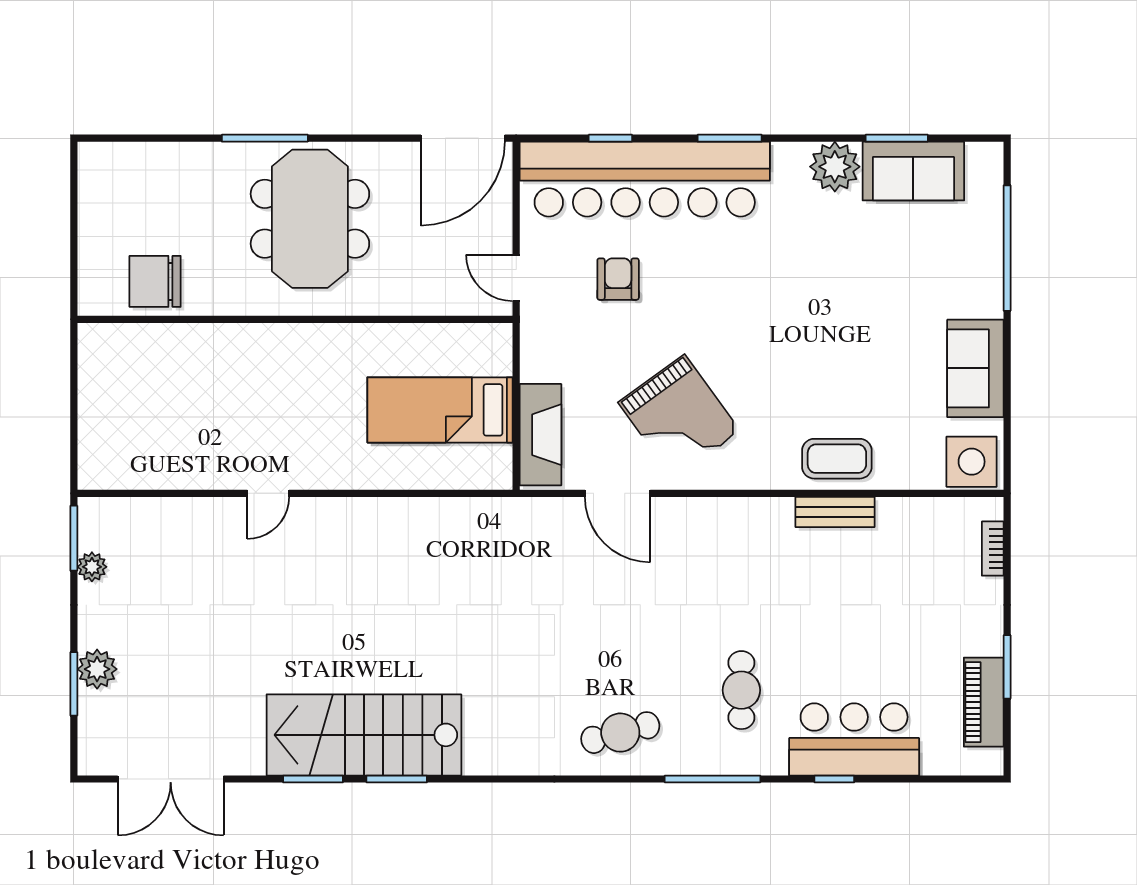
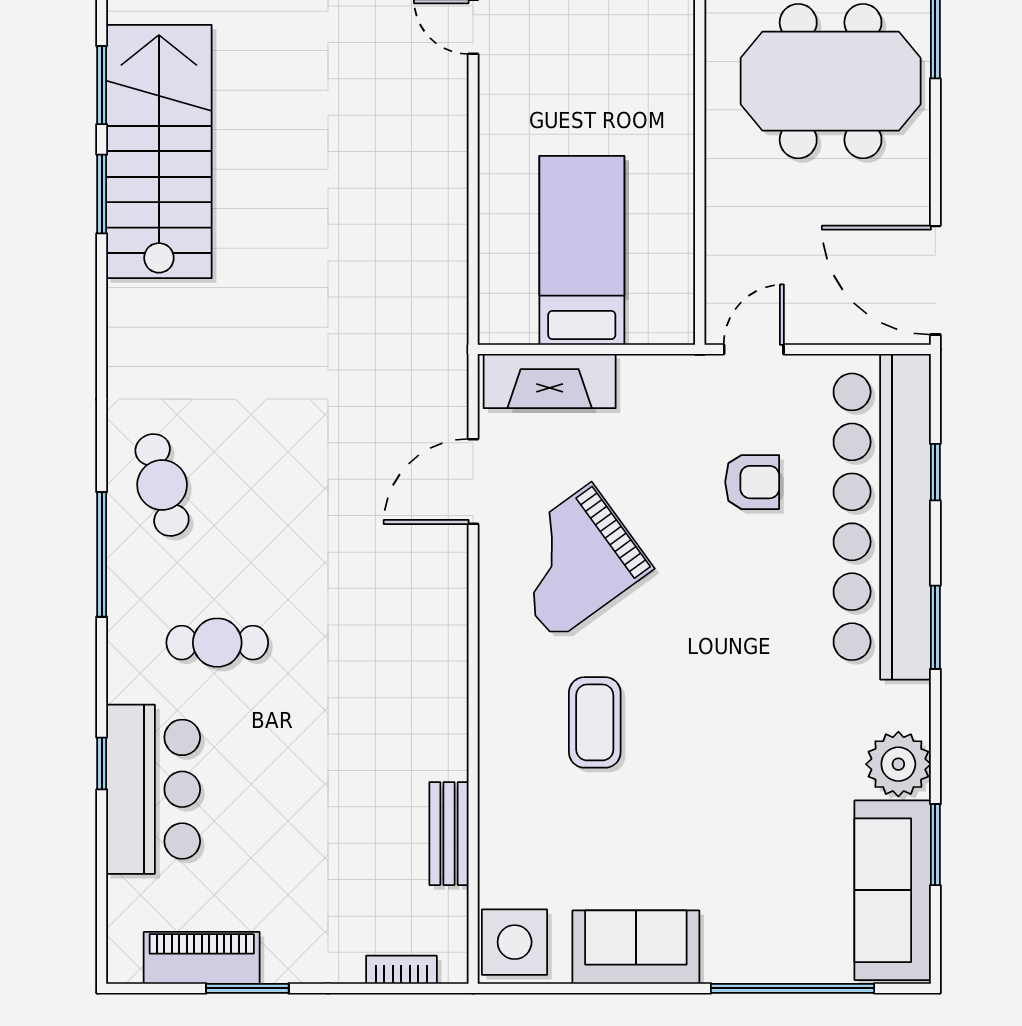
sofa: (913, 171) -> (893, 890), width x1.36
coffee table: (837, 459) -> (595, 722), moved
bench: (835, 512) -> (449, 834), moved
window: (712, 779) -> (102, 554), moved

